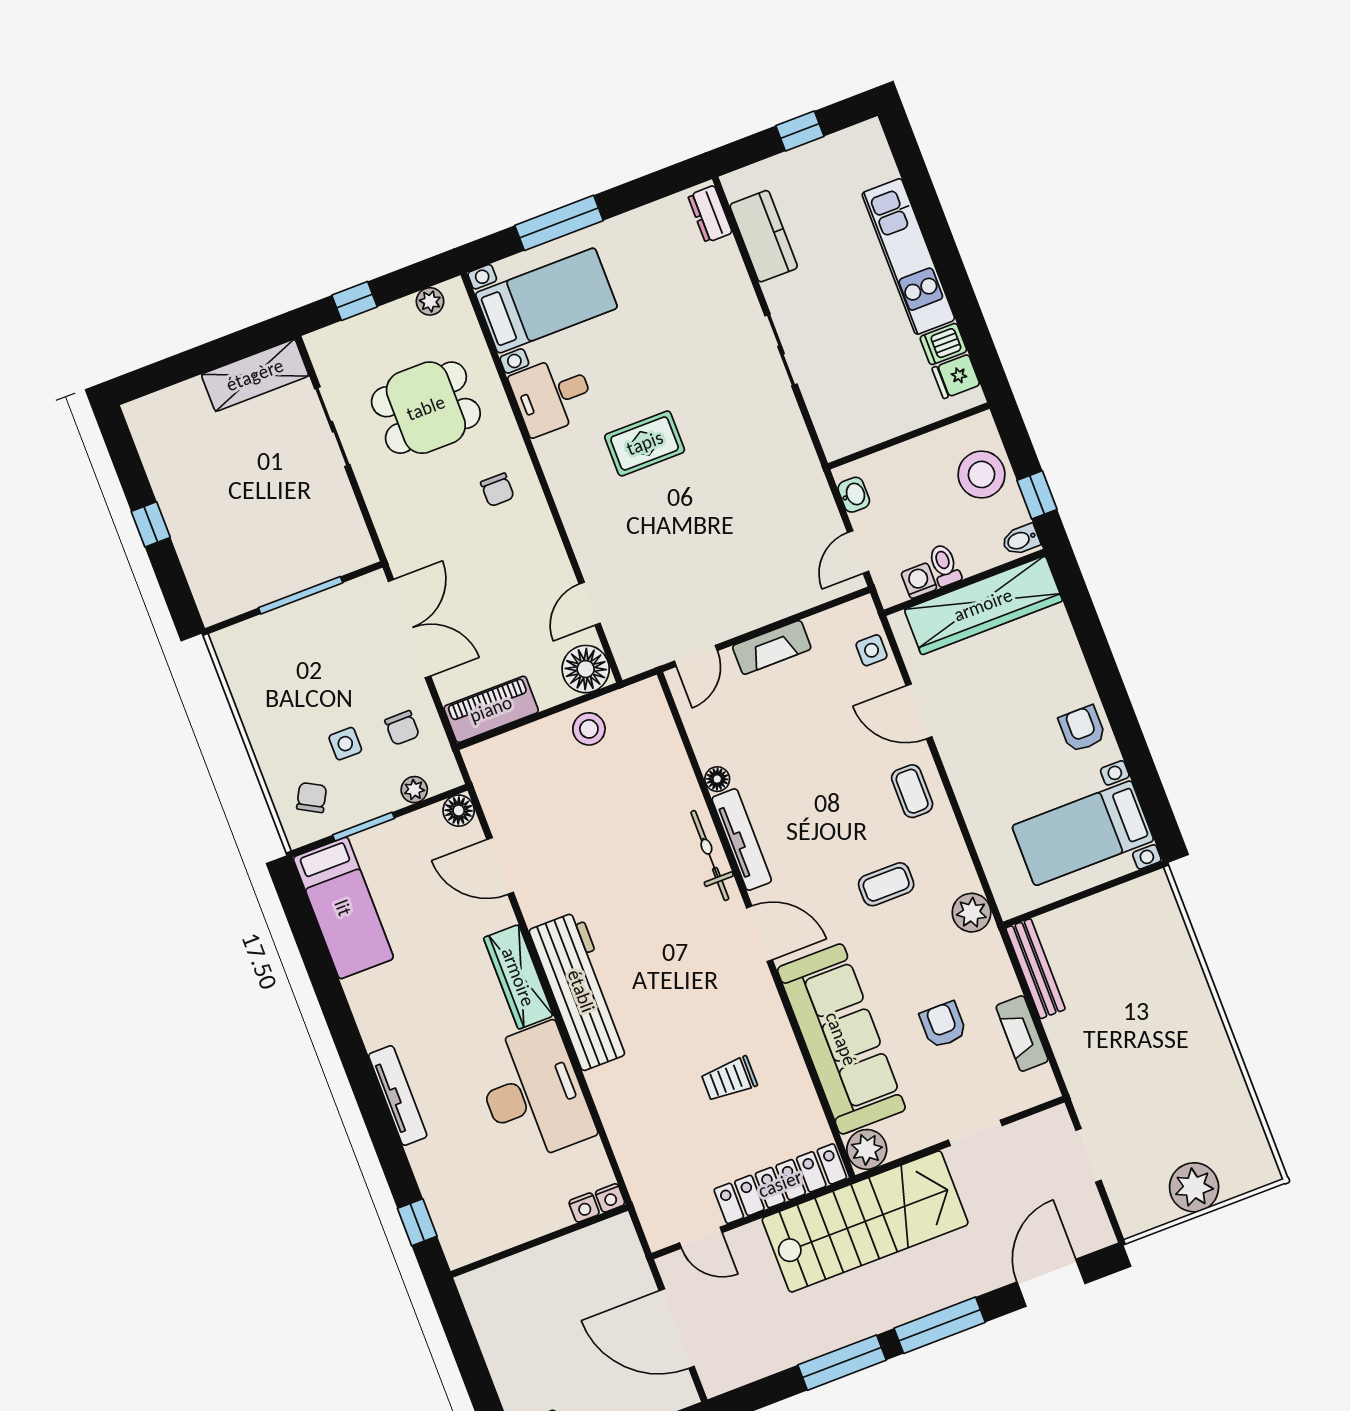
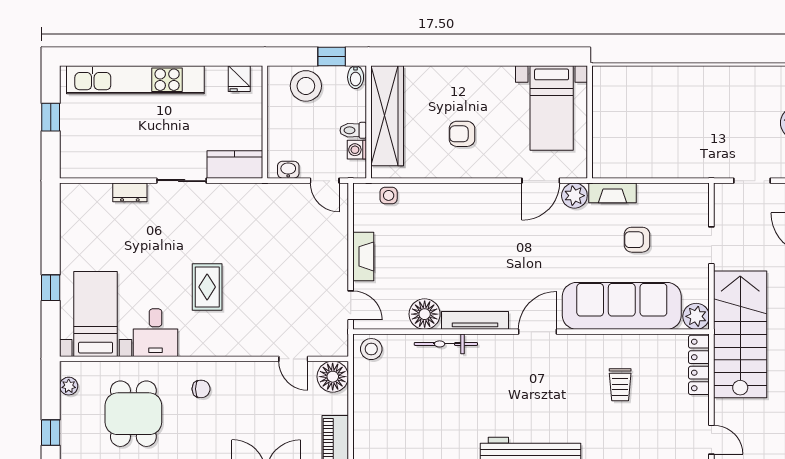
dresser: (710, 214) -> (130, 192), moved
window: (559, 223) -> (51, 288), width x0.46
kitchen counter: (764, 236) -> (235, 164), moved
kitchen unit: (908, 256) -> (135, 80), width x1.36
dishwasher: (943, 344) -> (216, 79), removed
door: (919, 711) -> (541, 181), moved
stool: (589, 729) -> (371, 349), moved
armchair: (1082, 729) -> (462, 134), moved
floor lamp: (717, 779) -> (425, 314), width x1.89, depth x1.89
coffee table: (912, 791) -> (485, 204), removed
bicycle: (710, 856) -> (446, 344), moved
coffee table: (886, 884) -> (537, 242), removed
bench: (1036, 969) -> (624, 169), removed
fireplace: (1022, 1033) -> (613, 193), moved
locker: (780, 1184) -> (699, 365), width x0.71, depth x0.83
door: (701, 1238) -> (711, 440), hinge flipped

